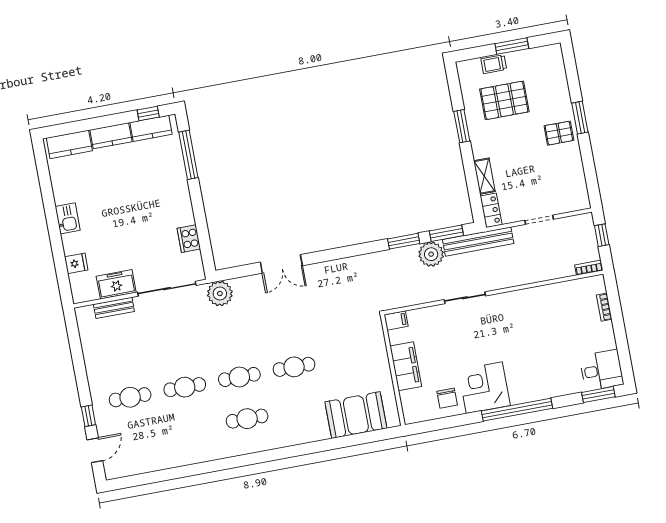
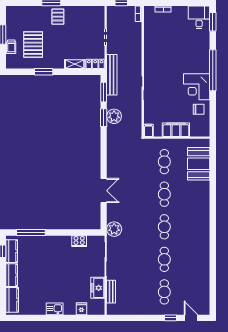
plant: (431, 254) -> (114, 116), moved
cafe table: (247, 419) -> (164, 162), moved

